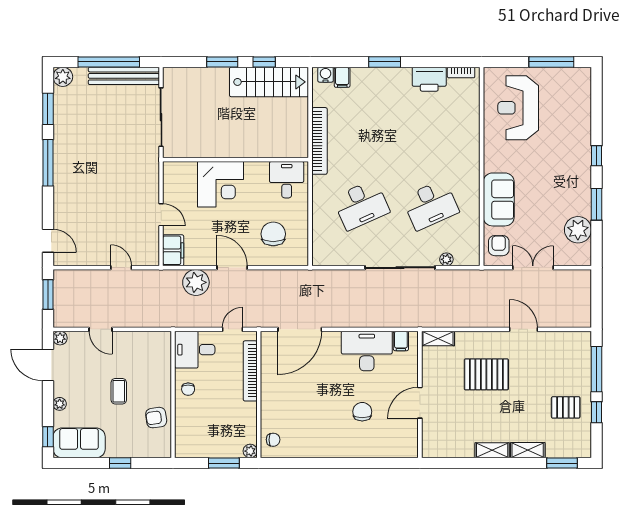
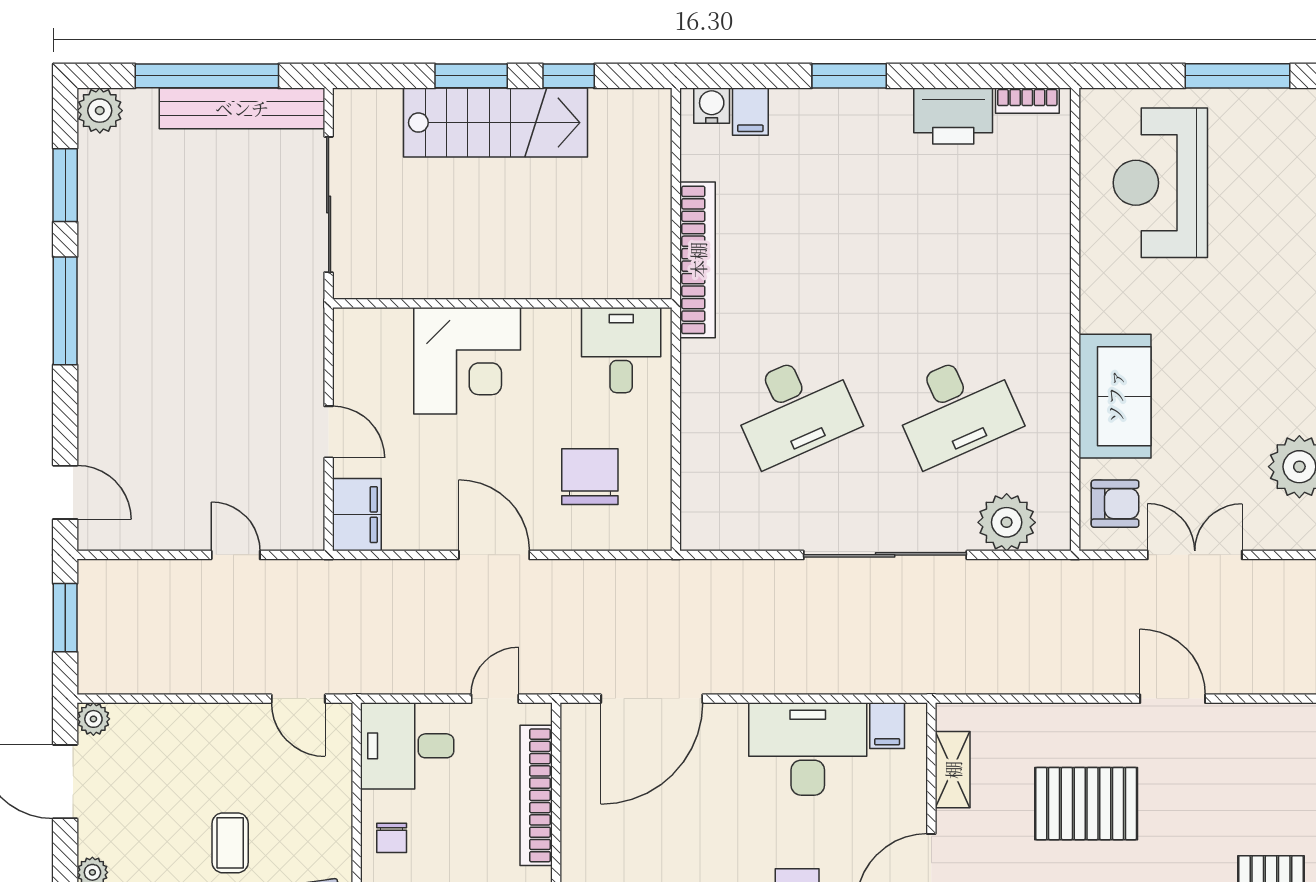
stairs: (269, 82) -> (496, 123), moved
armchair: (499, 246) -> (1115, 504), turned 90
plant: (446, 259) -> (1007, 522), width x1.88, depth x1.88
plant: (196, 282) -> (410, 589), removed
door: (101, 329) -> (298, 699), moved
shelving: (438, 338) -> (953, 770), moved, turned 90

